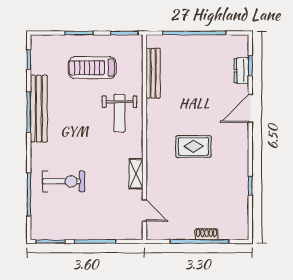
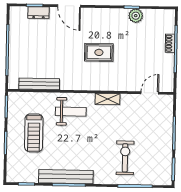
rug: (193, 146) -> (99, 52), turned 90
shelving: (136, 174) -> (107, 99), moved
plant: (240, 191) -> (136, 16), added

